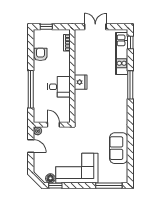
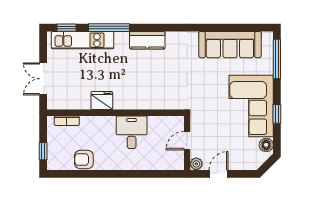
fridge: (81, 82) -> (102, 101), moved
window: (130, 85) -> (109, 28), moved
window: (31, 89) -> (135, 174), removed
kitchen counter: (122, 97) -> (147, 40), added
sofa: (119, 148) -> (230, 45), width x1.36
window: (55, 186) -> (277, 114), moved

